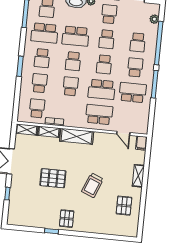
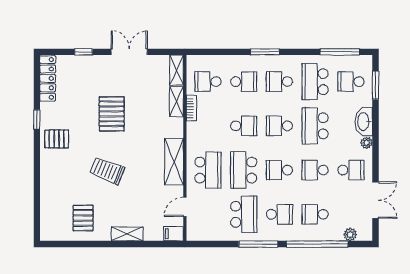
school desk: (37, 108) -> (208, 82), turned 180
shelving: (77, 136) -> (174, 162), moved
pallet: (124, 206) -> (83, 218), turned 90
locker: (24, 221) -> (48, 78), added

